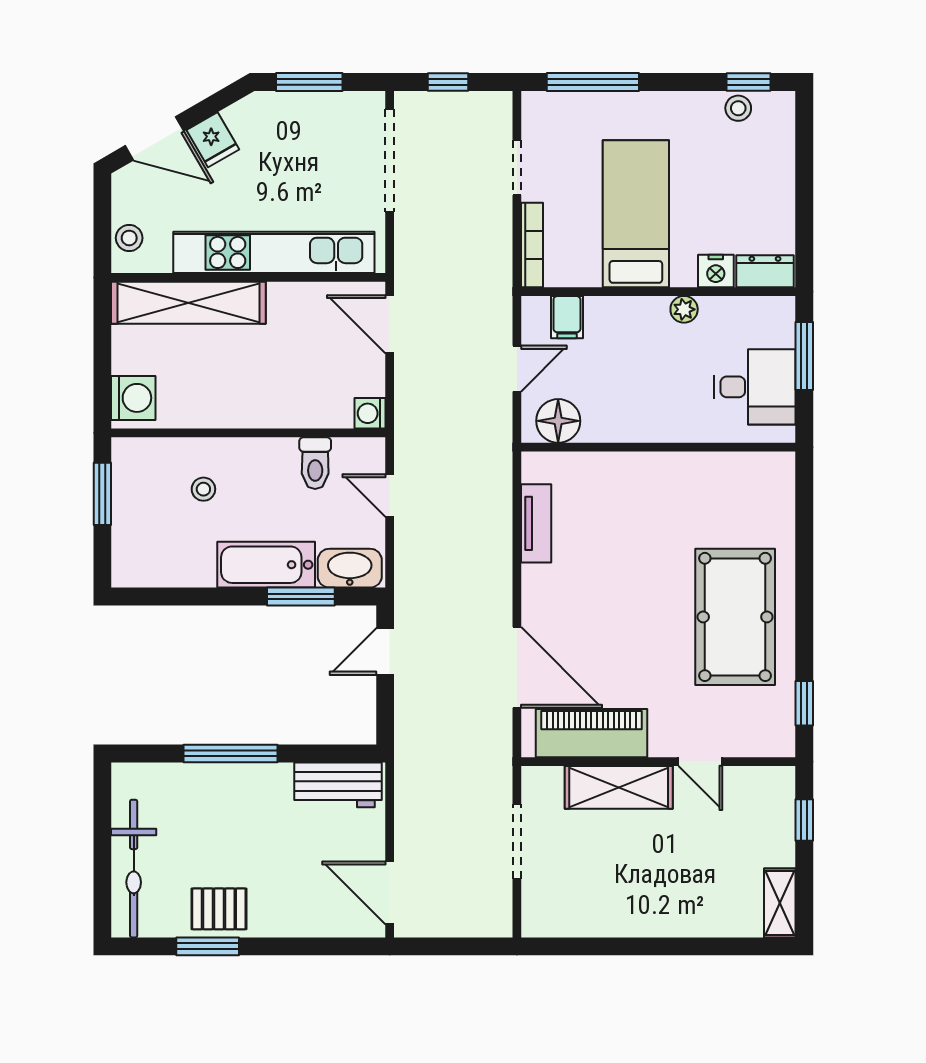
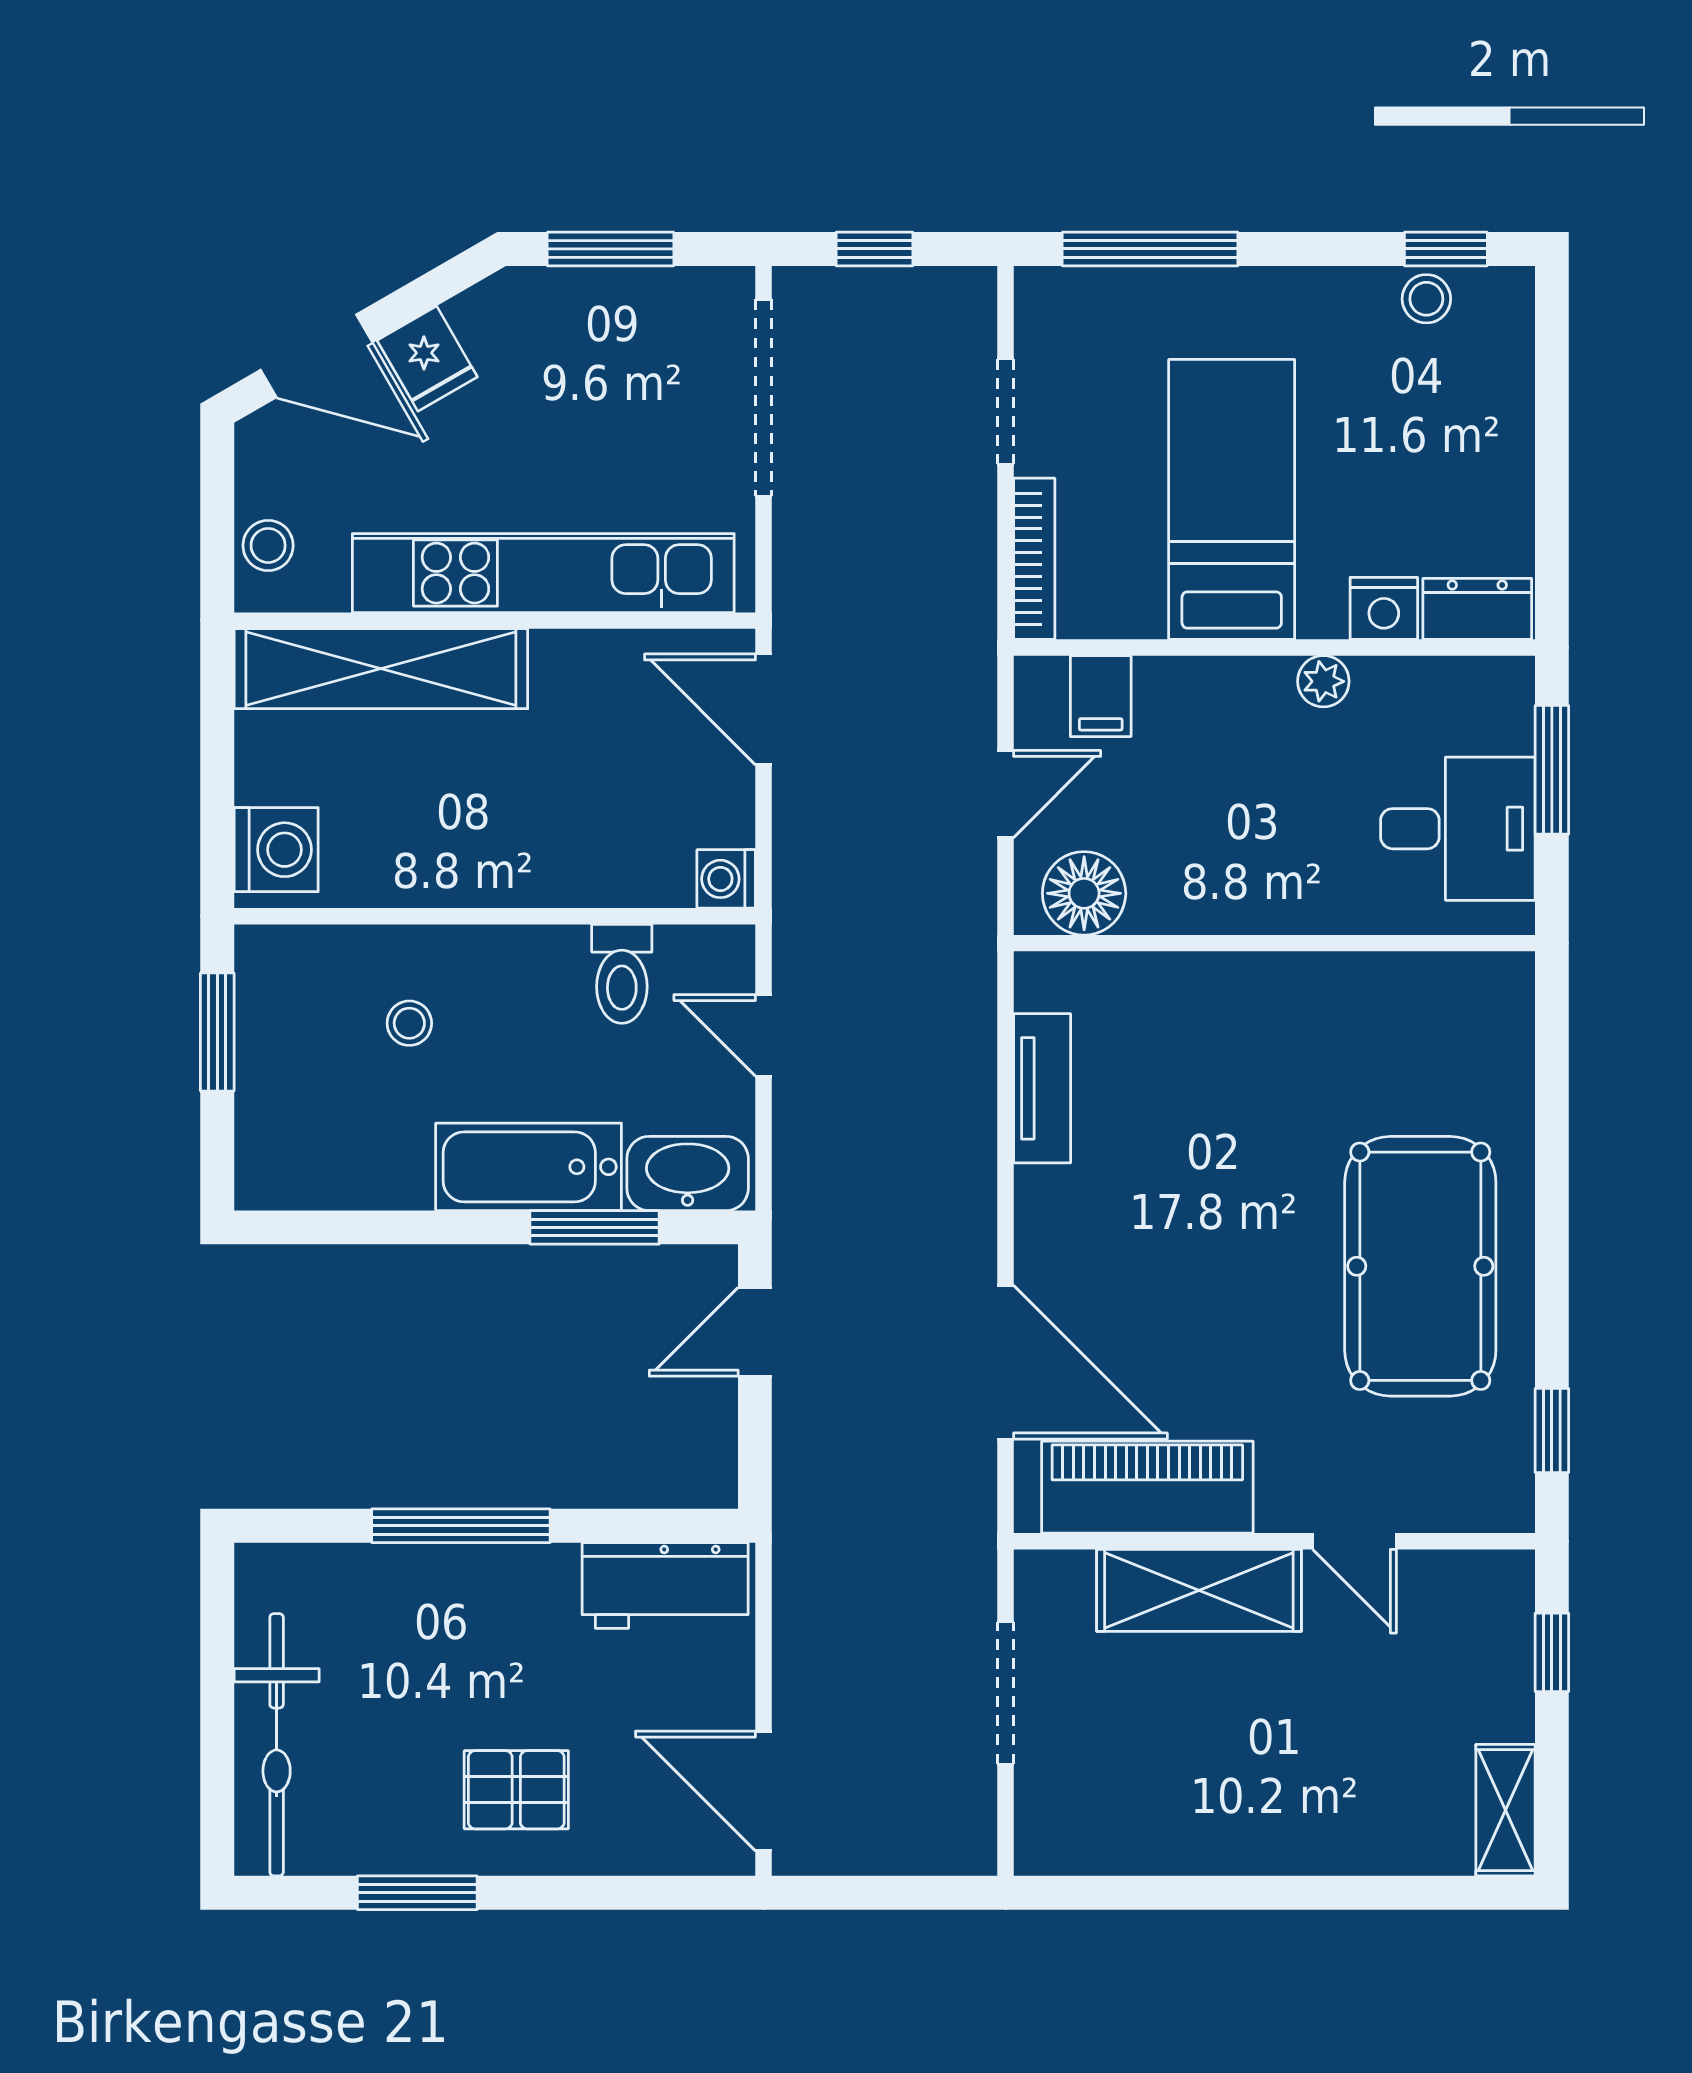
pallet: (219, 909) -> (516, 1790), moved

